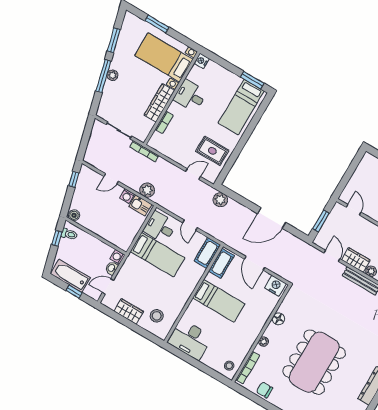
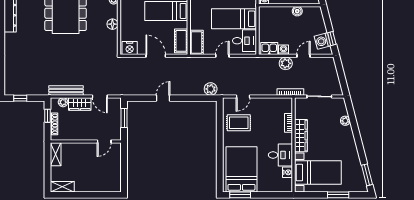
window: (114, 40) -> (367, 175), moved
nightstand: (202, 61) -> (287, 172), moved
plant: (112, 75) -> (345, 121), moved
window: (103, 76) -> (356, 131), removed
bed: (241, 107) -> (241, 169), width x1.50
washing machine: (84, 182) -> (323, 41), added
plant: (147, 190) -> (286, 63), moved
door: (354, 210) -> (104, 141), hinge flipped
boiler: (74, 215) -> (297, 11), moved
door: (272, 218) -> (163, 98), width x0.53
door: (190, 225) -> (222, 56), hinge flipped

